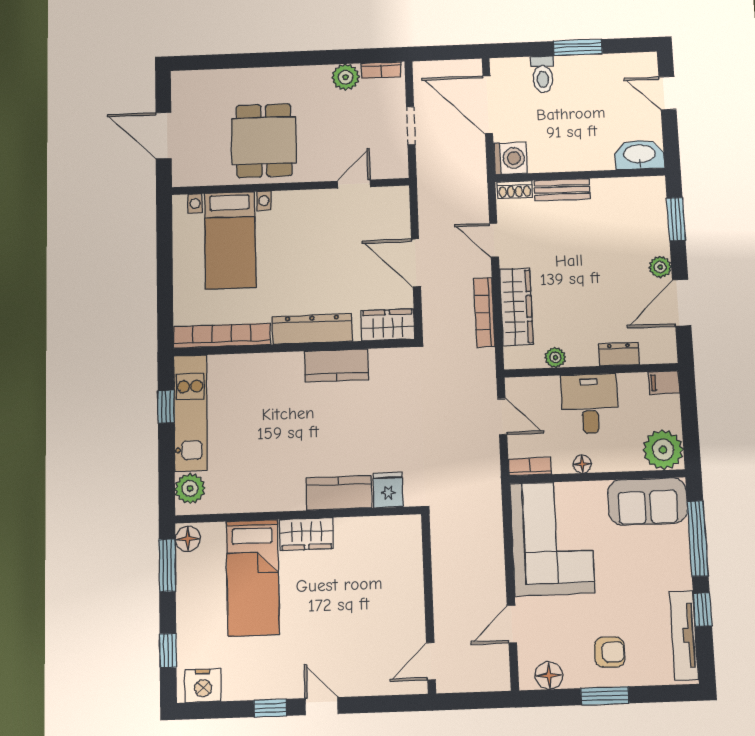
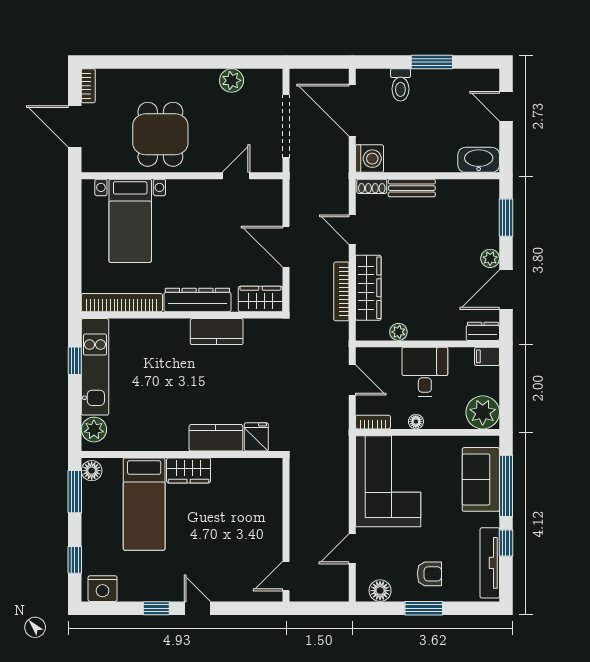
bookcase: (381, 70) -> (88, 86), moved, turned -90
doorway: (411, 126) -> (286, 126), width x1.87
dresser: (619, 354) -> (483, 331), moved
sofa: (648, 501) -> (481, 479), moved, turned 90

